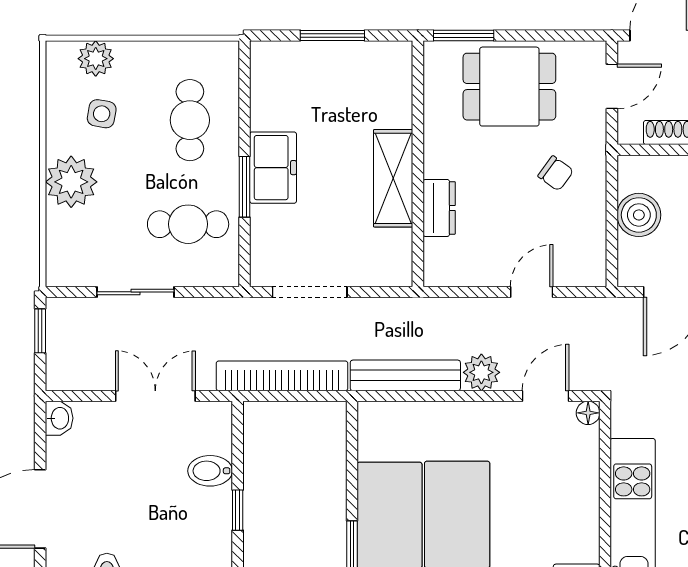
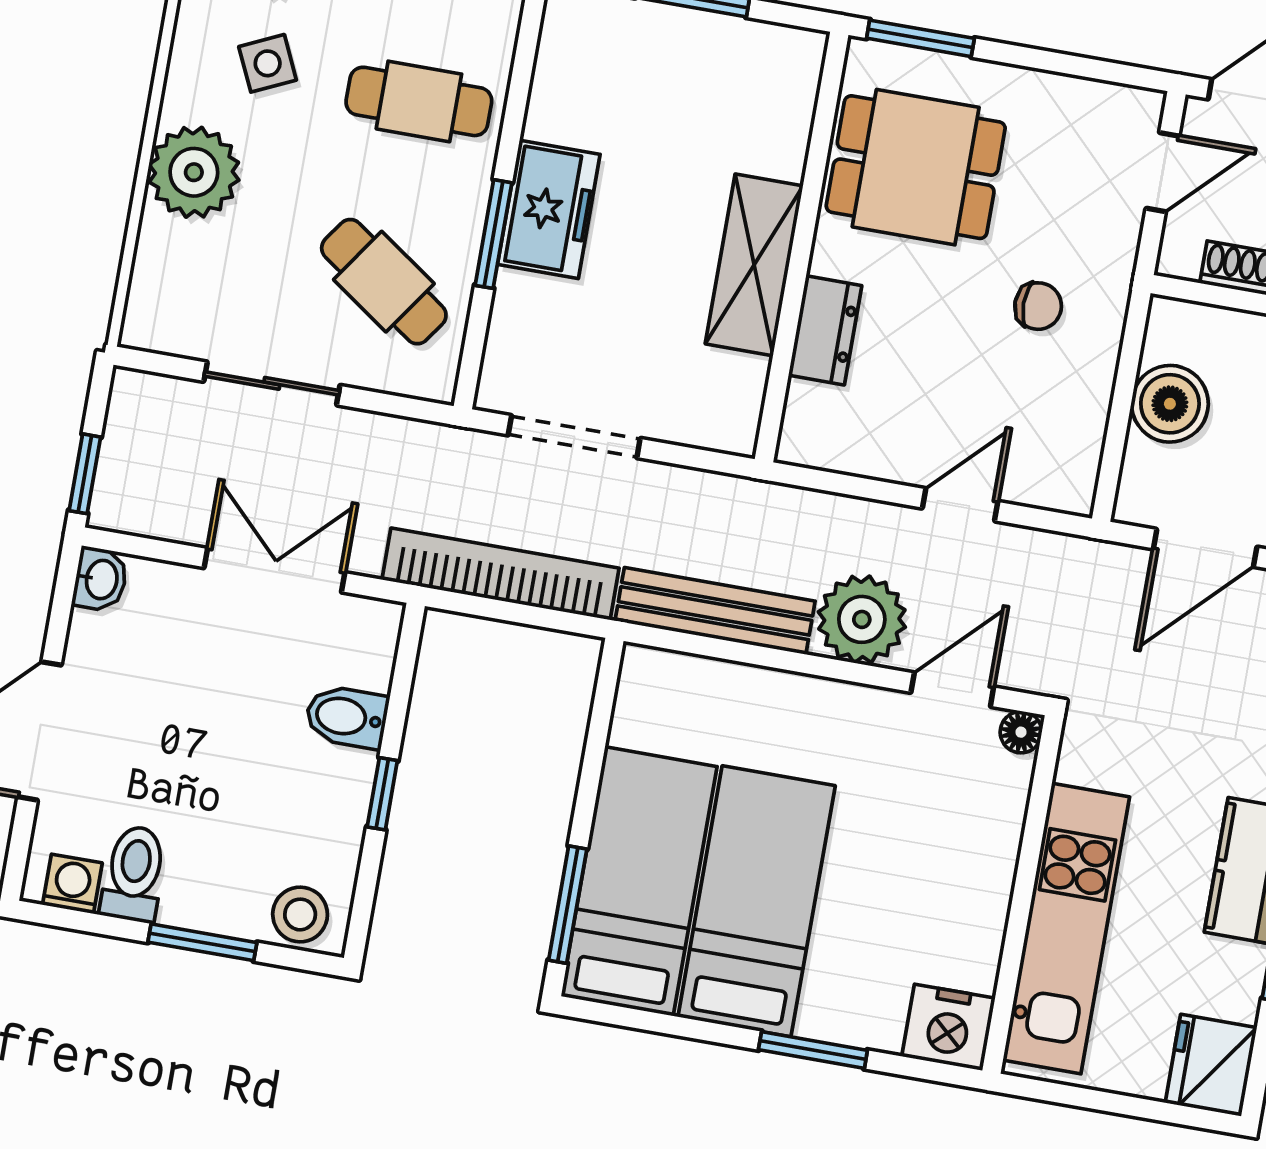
dining table: (509, 87) -> (916, 167), moved
side table: (102, 114) -> (268, 63), turned -35
cafe table: (190, 120) -> (419, 101), turned 90
chair: (556, 173) -> (1038, 306), turned -36
cafe table: (188, 224) -> (384, 282), turned 35
window: (40, 331) -> (85, 474), moved
plant: (481, 372) -> (862, 619), width x1.36, depth x1.36

